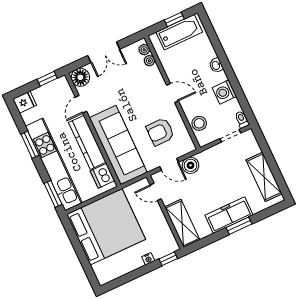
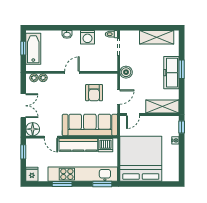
stool: (199, 123) -> (101, 64), removed
boiler: (191, 165) -> (126, 72), moved

